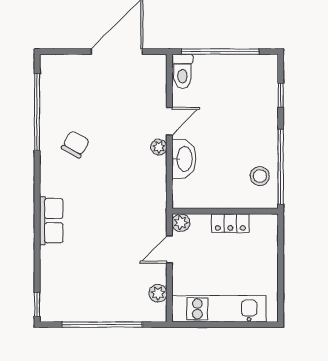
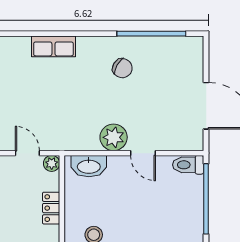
plant: (159, 147) -> (114, 137), width x1.87, depth x1.87
washbasin: (184, 159) -> (89, 166), moved

